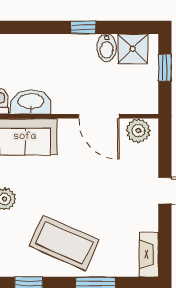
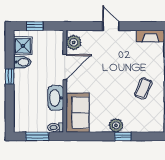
washbasin: (31, 102) -> (56, 98), moved
coffee table: (64, 243) -> (143, 88), width x0.54, depth x0.58

